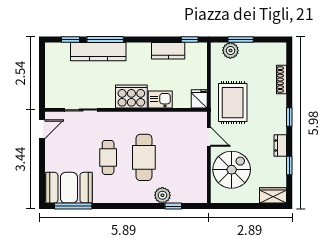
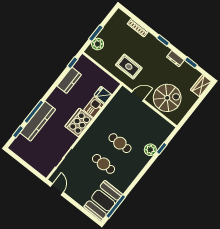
fridge: (199, 99) -> (103, 95), moved
rug: (233, 103) -> (129, 67), width x0.73, depth x0.70
cafe table: (144, 157) -> (120, 143), width x0.73, depth x0.74
spiral stairs: (232, 170) -> (167, 98), turned 90

